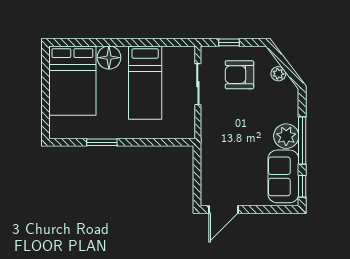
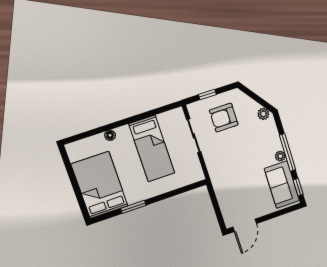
floor lamp: (109, 58) -> (110, 135), width x0.53, depth x0.53
plant: (278, 74) -> (263, 114), moved
bed: (72, 81) -> (99, 185), moved, turned 180
plant: (286, 136) -> (280, 156), width x0.53, depth x0.53

